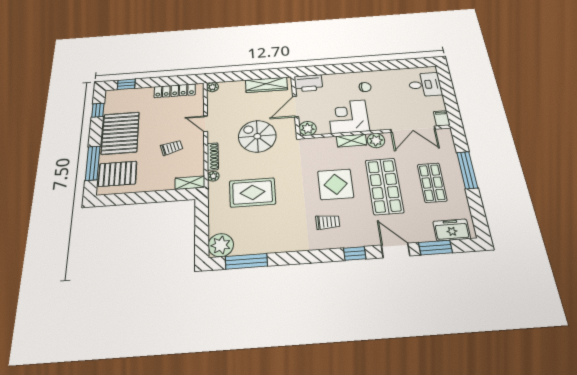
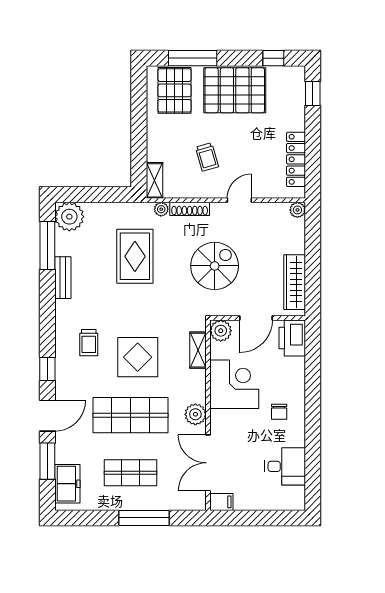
desk: (425, 85) -> (285, 466), moved, turned -90
door: (296, 107) -> (256, 318), swing flipped
shelving: (351, 141) -> (198, 350), moved
bench: (274, 247) -> (63, 278), added

